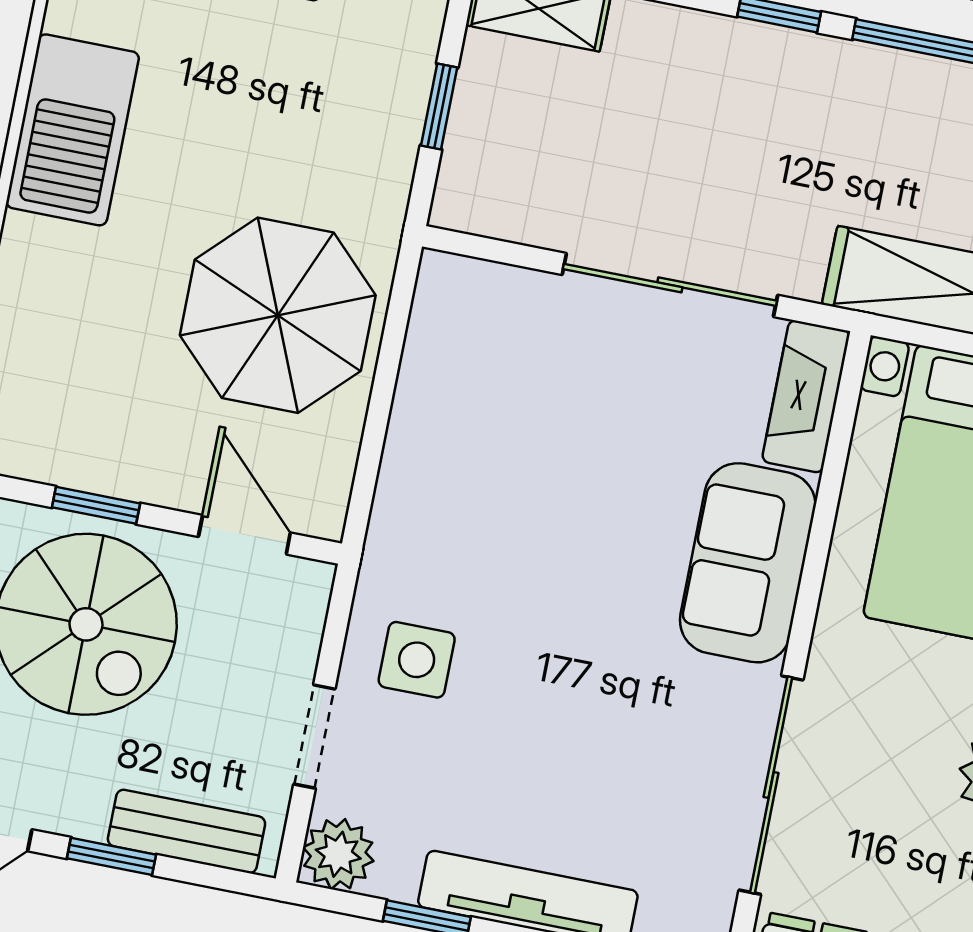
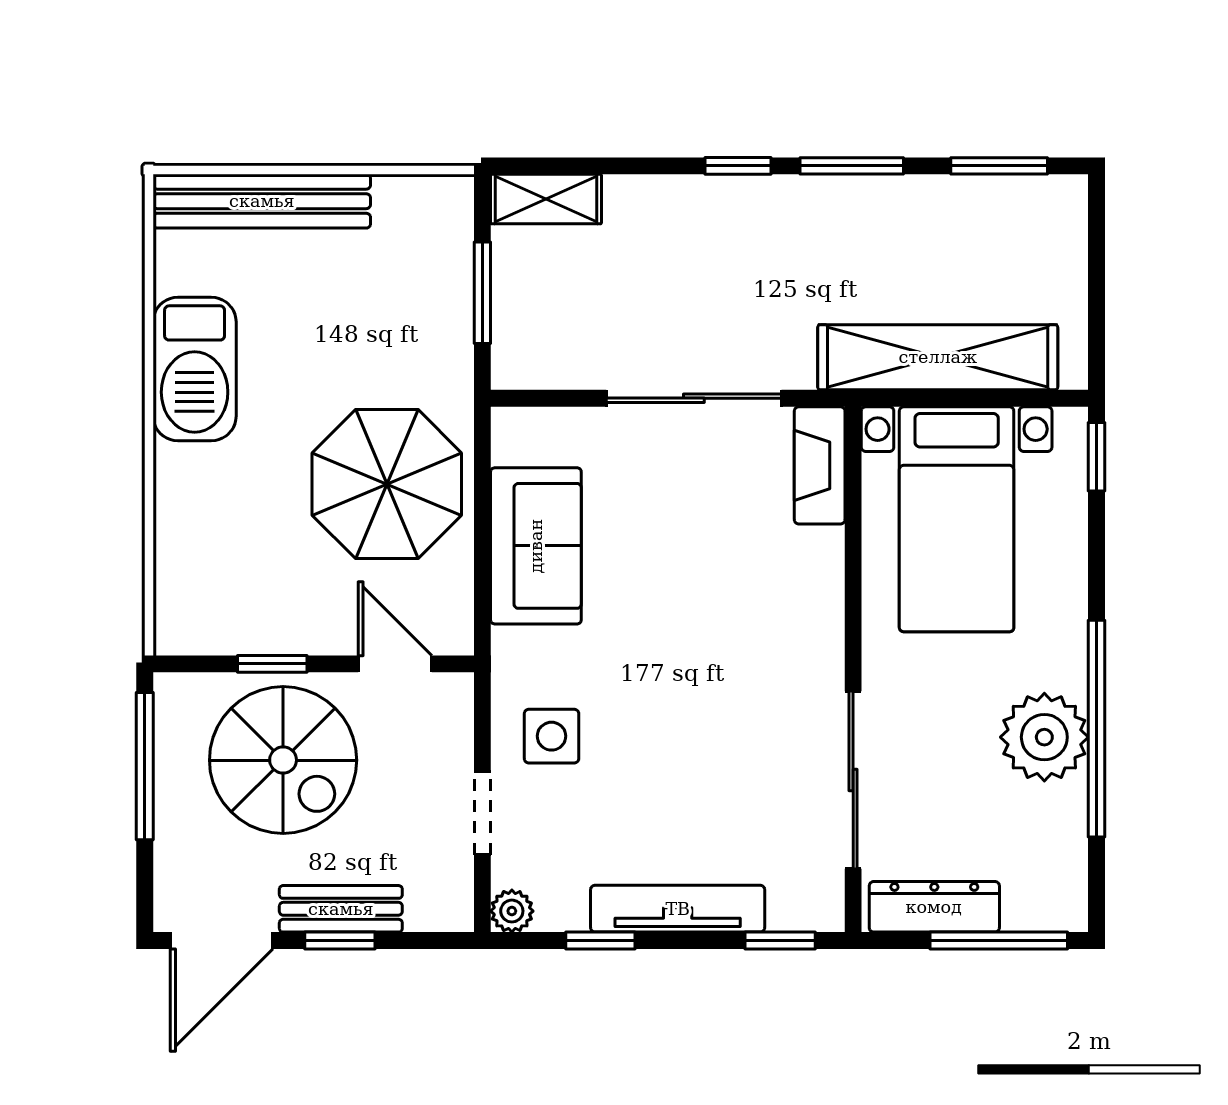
window: (439, 107) -> (482, 293), width x1.50
sofa: (748, 563) -> (536, 546), moved, turned 180
bench: (186, 831) -> (341, 909), moved
plant: (338, 854) -> (512, 911), width x0.73, depth x0.73

